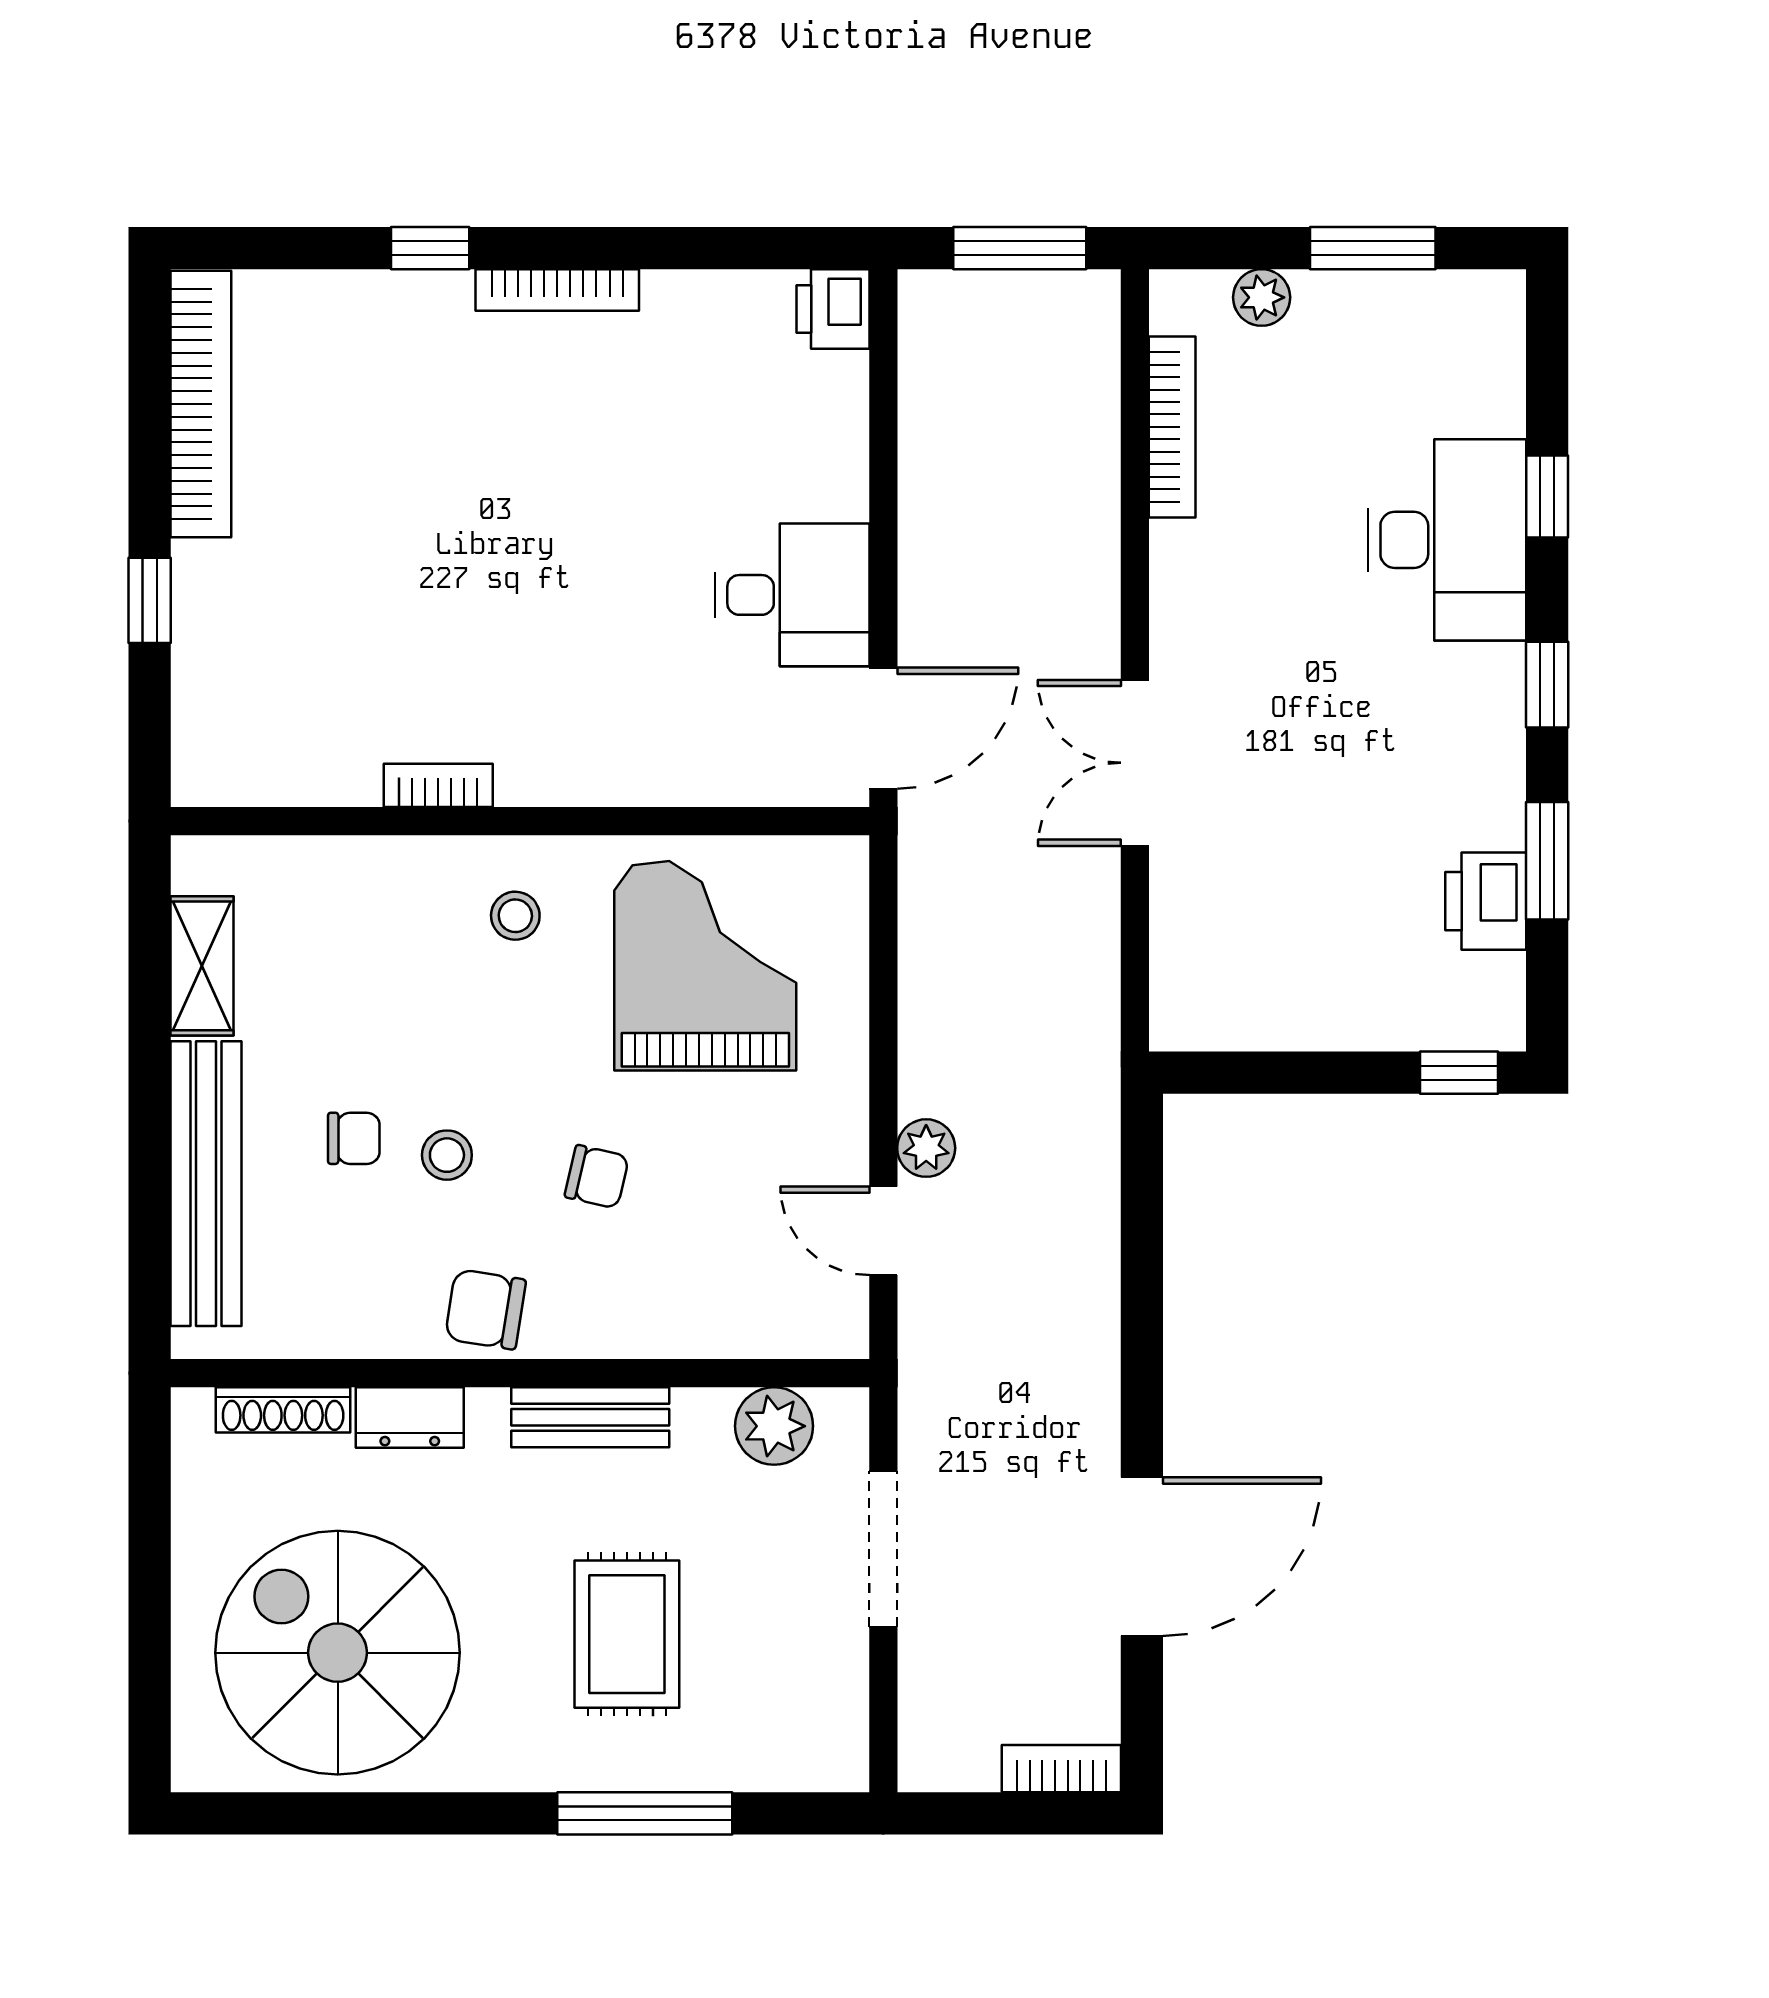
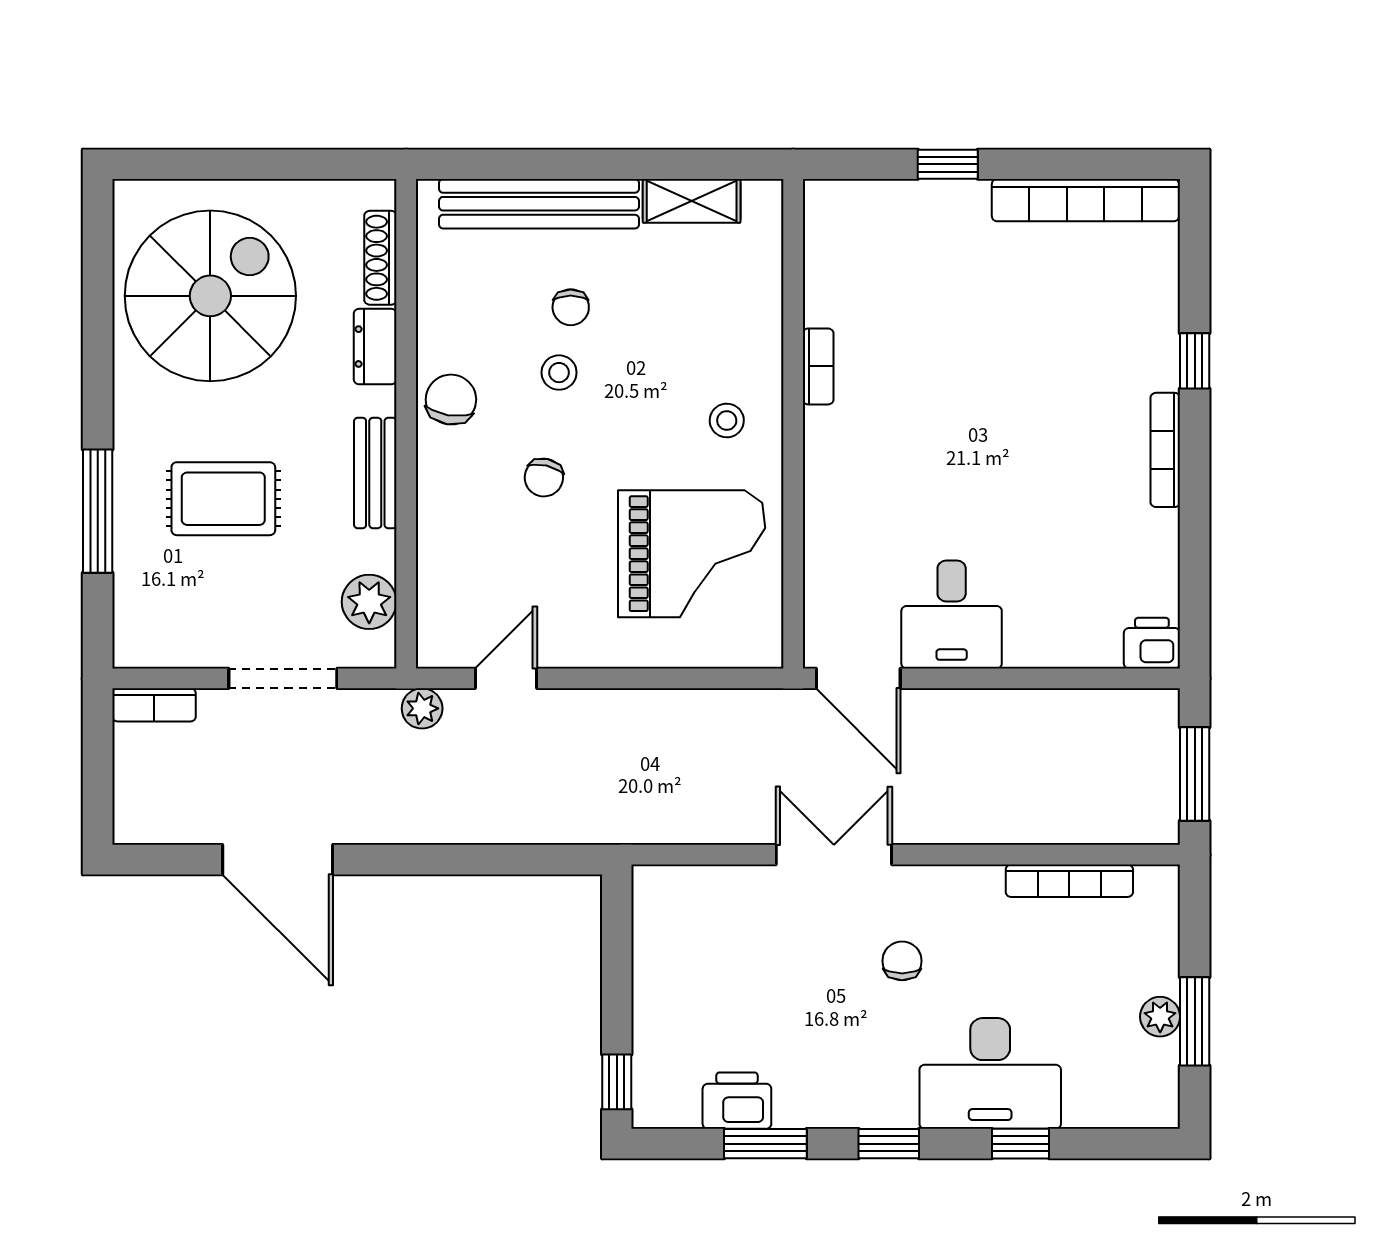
plant: (1262, 297) -> (1160, 1017), moved
chair: (1286, 666) -> (902, 961), added
plant: (926, 1148) -> (422, 708), moved
bookcase: (1061, 1769) -> (154, 705), moved, turned 90

